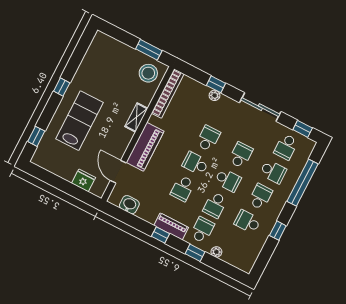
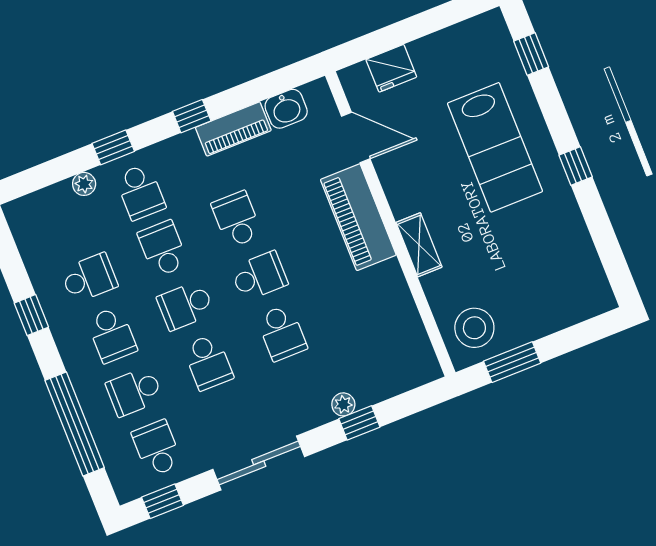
bookcase: (168, 94) -> (413, 330), removed
piano: (171, 226) -> (233, 129), moved

